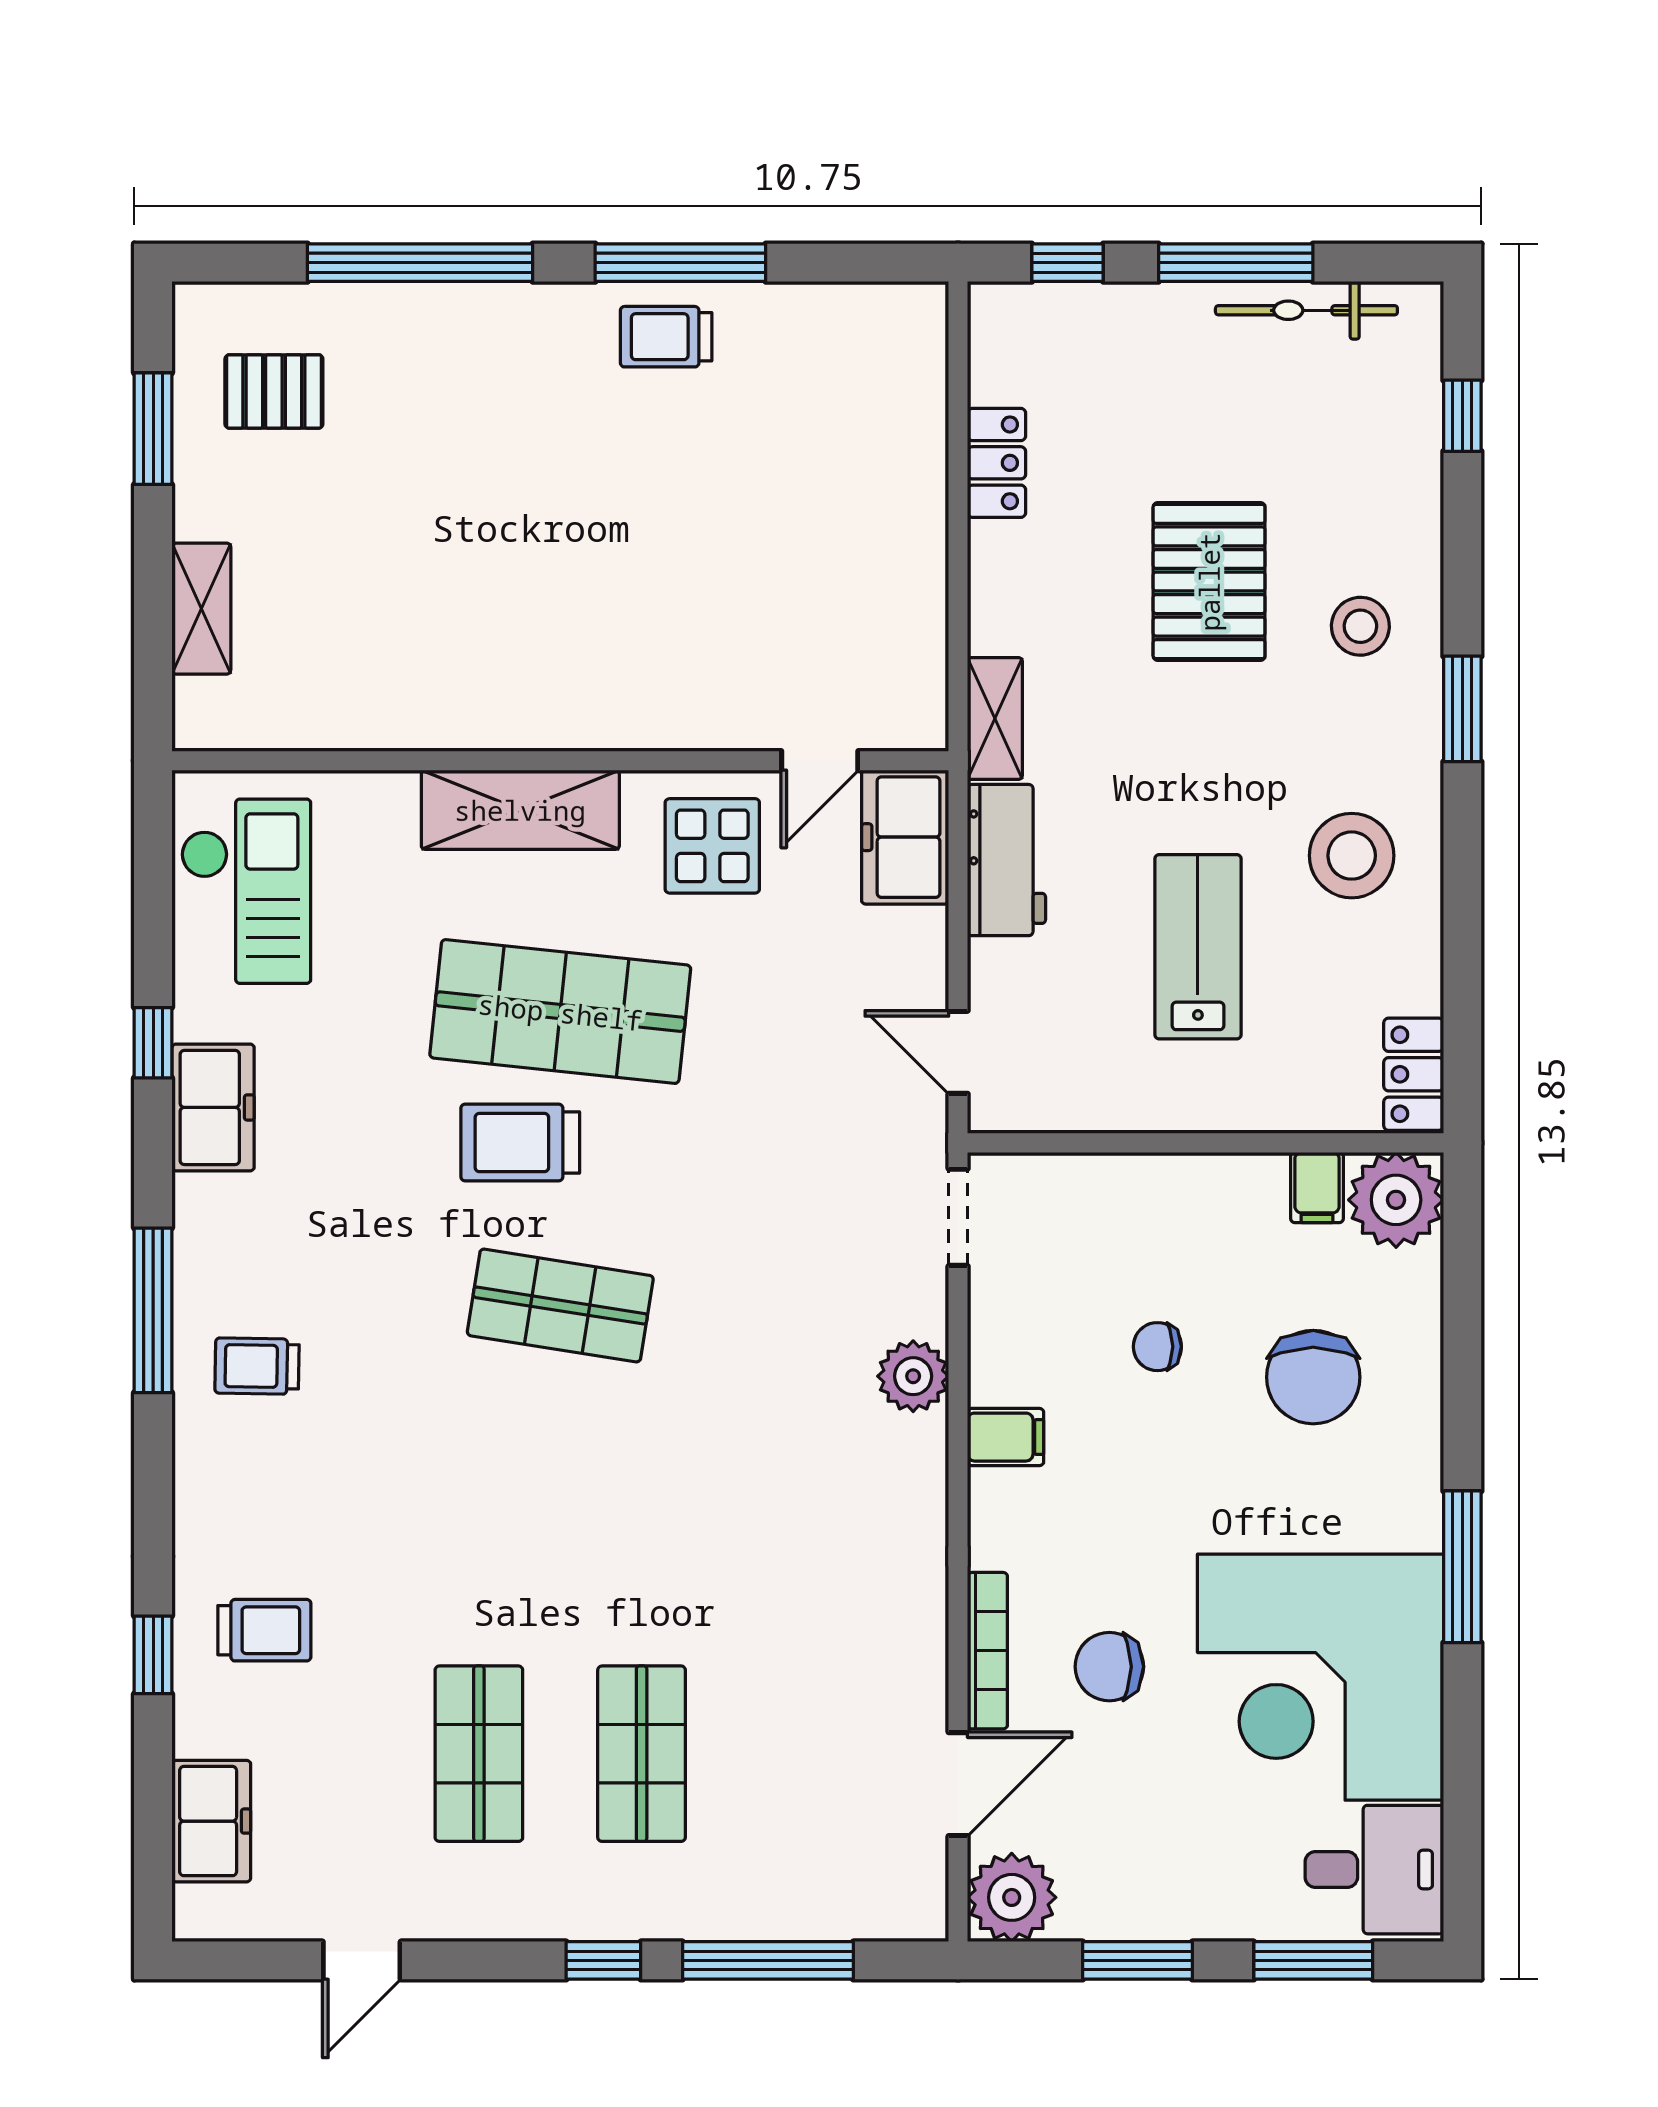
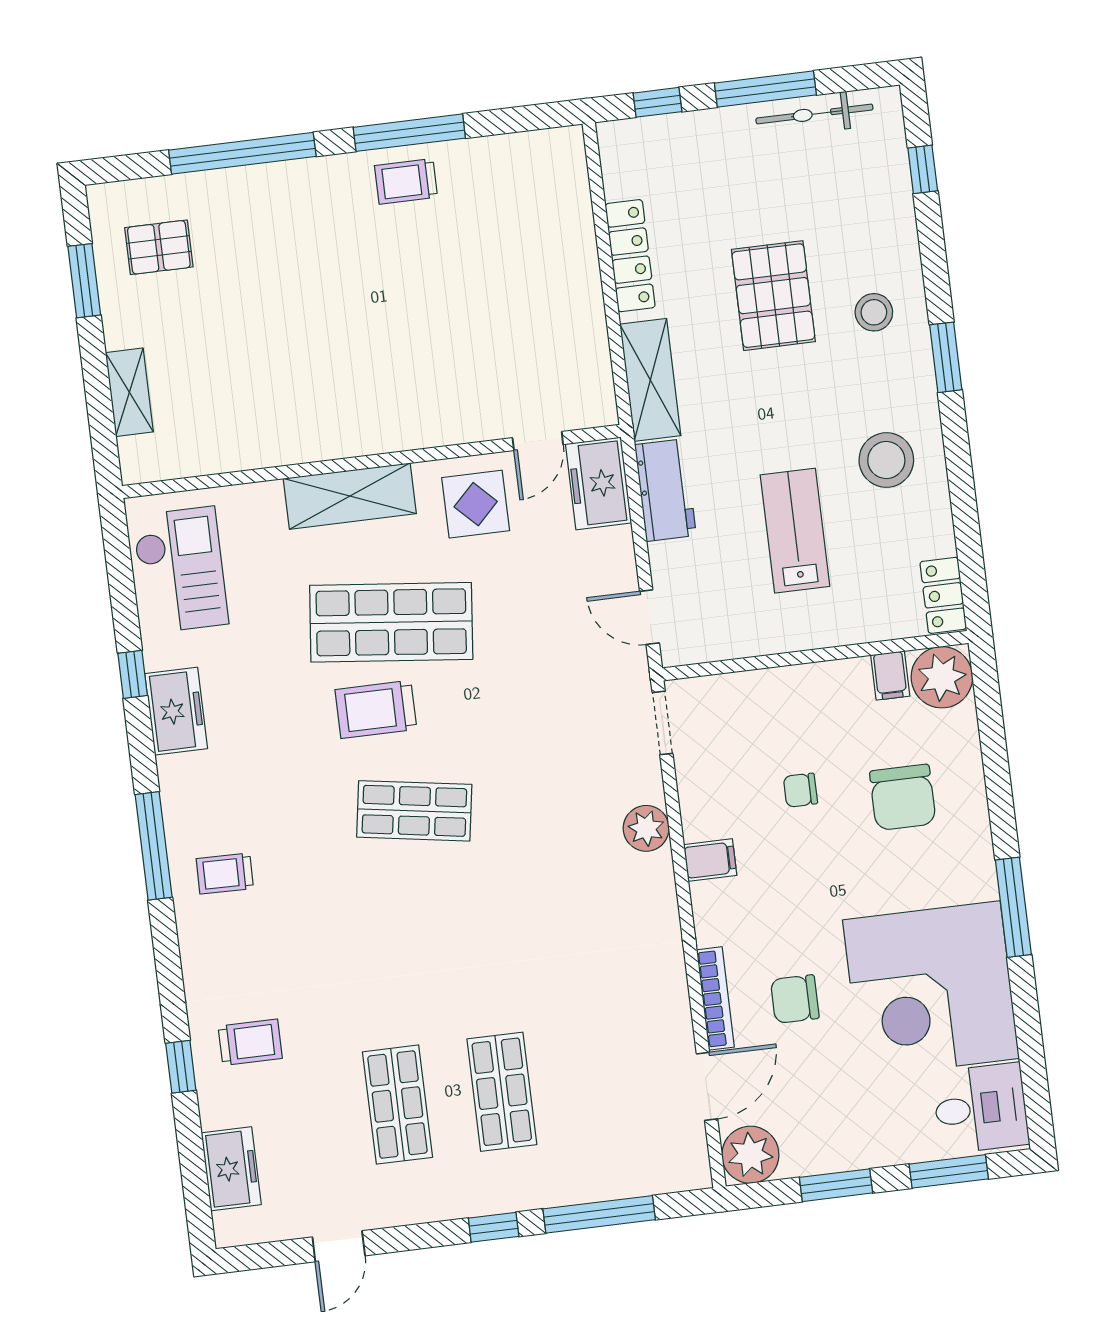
locker: (997, 463) -> (630, 256), width x1.53
shelving: (995, 718) -> (650, 380), width x1.50, depth x1.33

